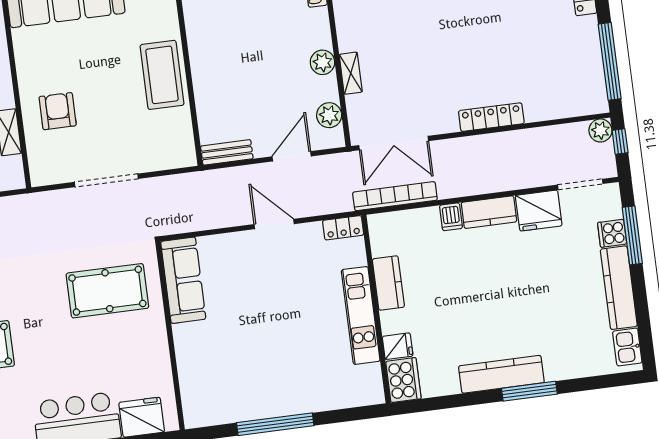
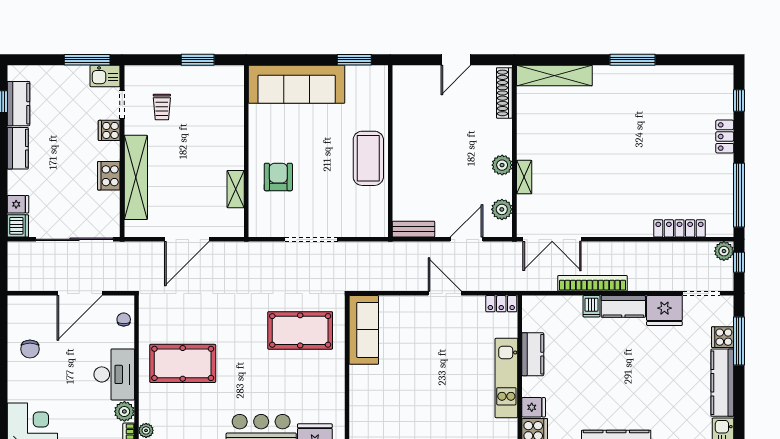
locker: (491, 117) -> (680, 228), moved
bookcase: (395, 196) -> (592, 283), moved

